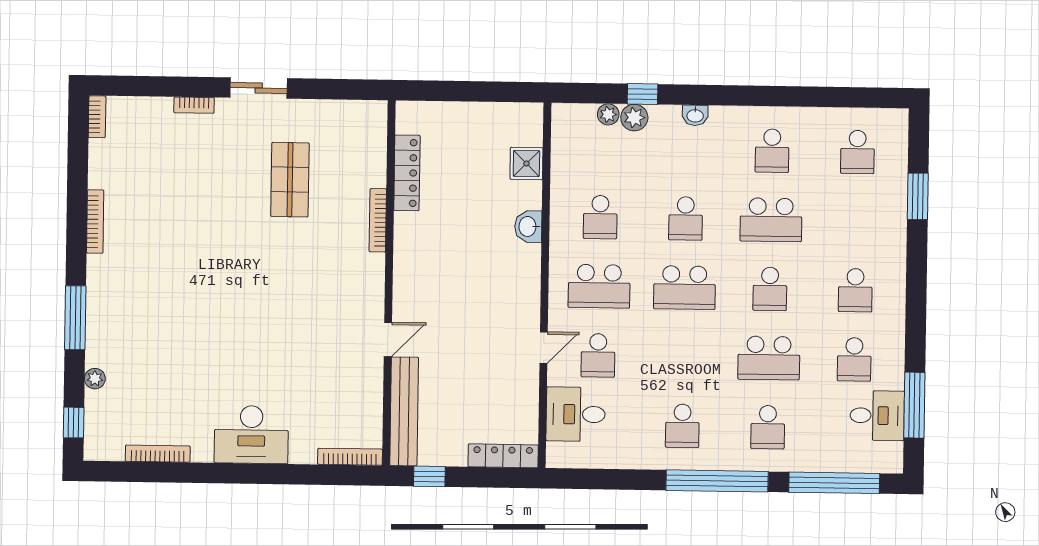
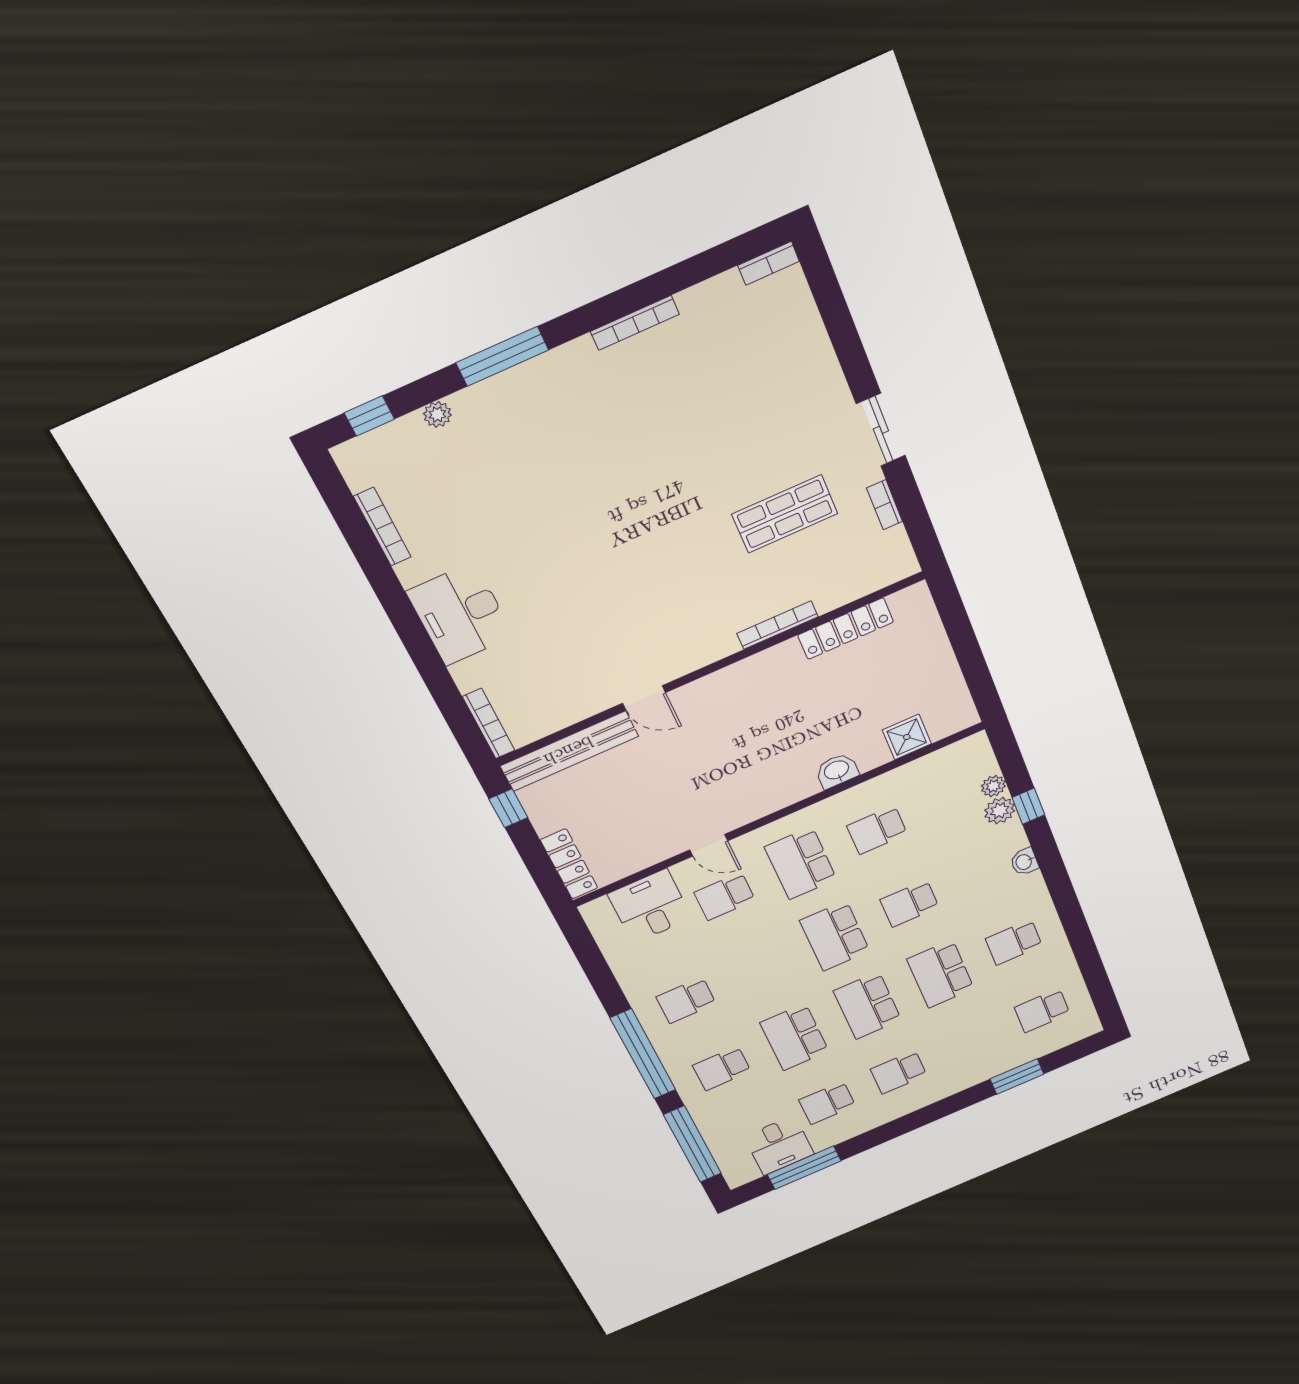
bookcase: (194, 105) -> (885, 505), moved
school desk: (770, 289) -> (867, 1006), width x1.85

